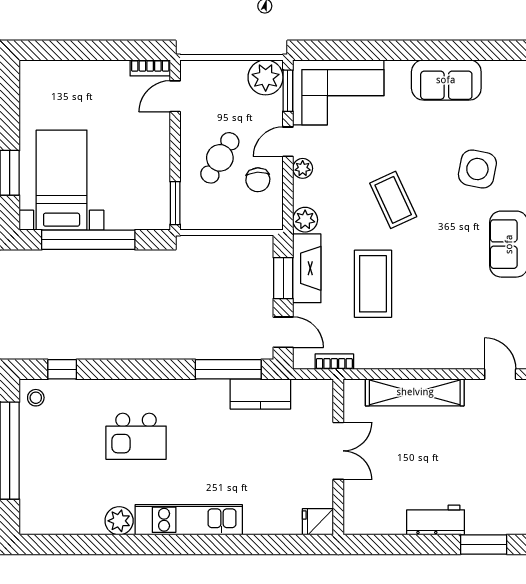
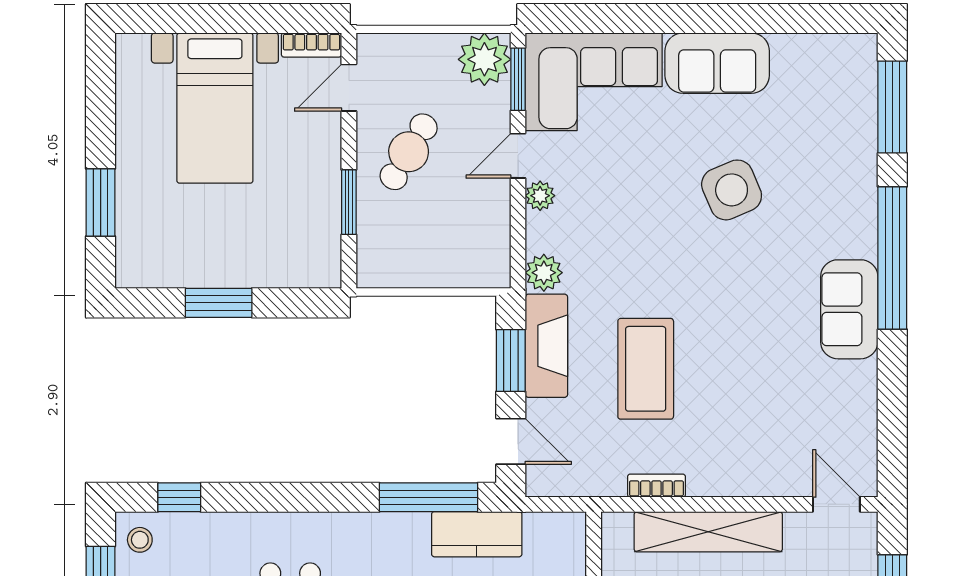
sofa: (446, 80) -> (717, 63), moved
cafe table: (220, 158) -> (409, 152), moved
side table: (477, 169) -> (732, 190), moved, turned -34
bed with nightstands: (62, 180) -> (215, 108), moved, turned 180
chair: (258, 180) -> (473, 213), removed
coffee table: (393, 200) -> (676, 243), removed
window: (175, 203) -> (349, 202), moved
window: (88, 240) -> (219, 303), width x0.47
bookcase: (334, 362) -> (656, 486), moved

